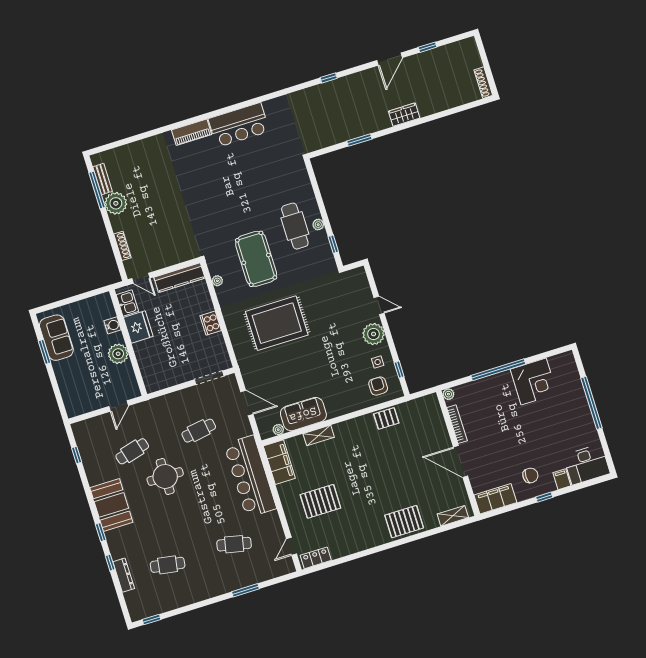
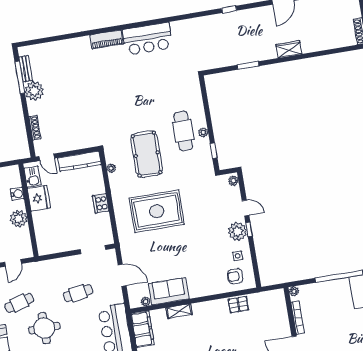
plant: (361, 276) -> (233, 181), added
window: (399, 370) -> (249, 229), moved
armchair: (378, 386) -> (235, 276), turned -90

